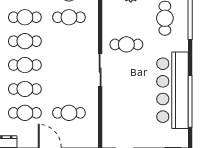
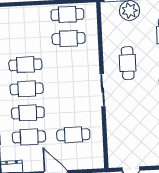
cafe table: (25, 17) -> (24, 41), removed
cafe table: (126, 44) -> (128, 63), turned 90

